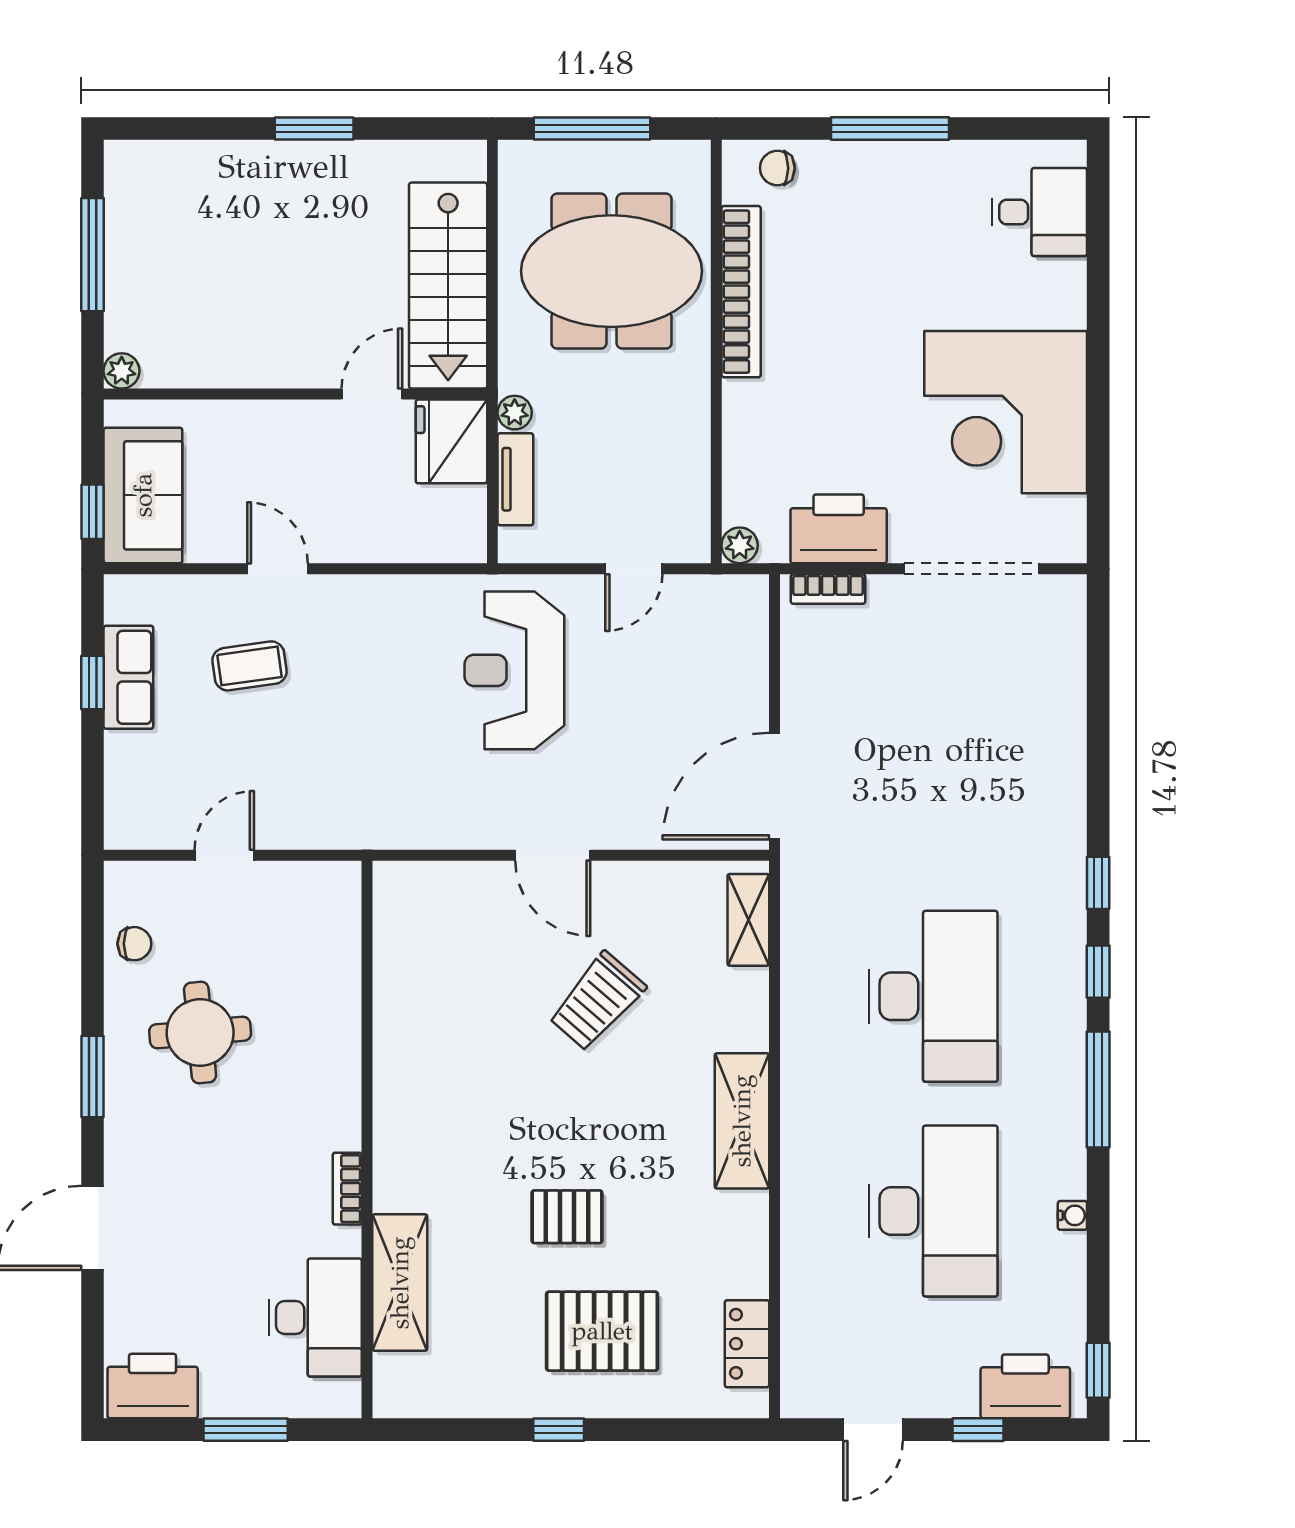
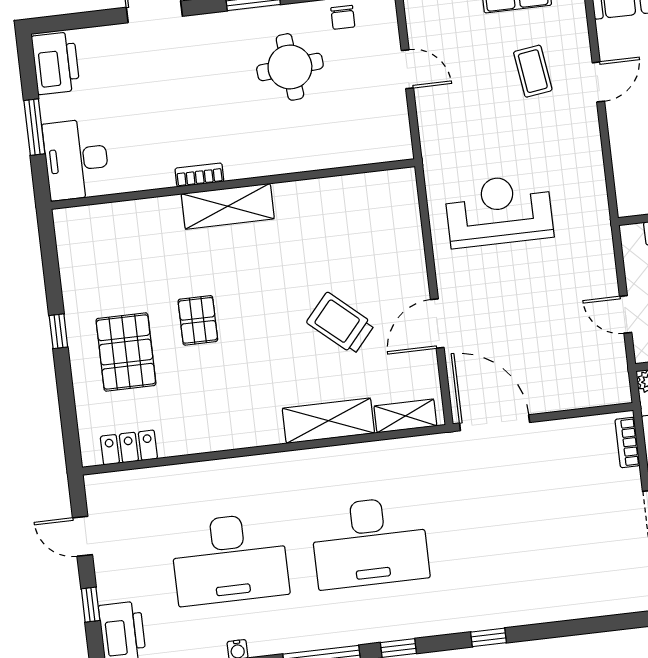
reception desk: (514, 670) -> (499, 211), moved
door: (553, 855) -> (437, 324), moved
window: (1098, 883) -> (489, 637), moved
shelving: (742, 1121) -> (328, 421), moved
shelving: (400, 1283) -> (228, 206), moved
desk: (315, 1318) -> (76, 159), moved, turned 90

